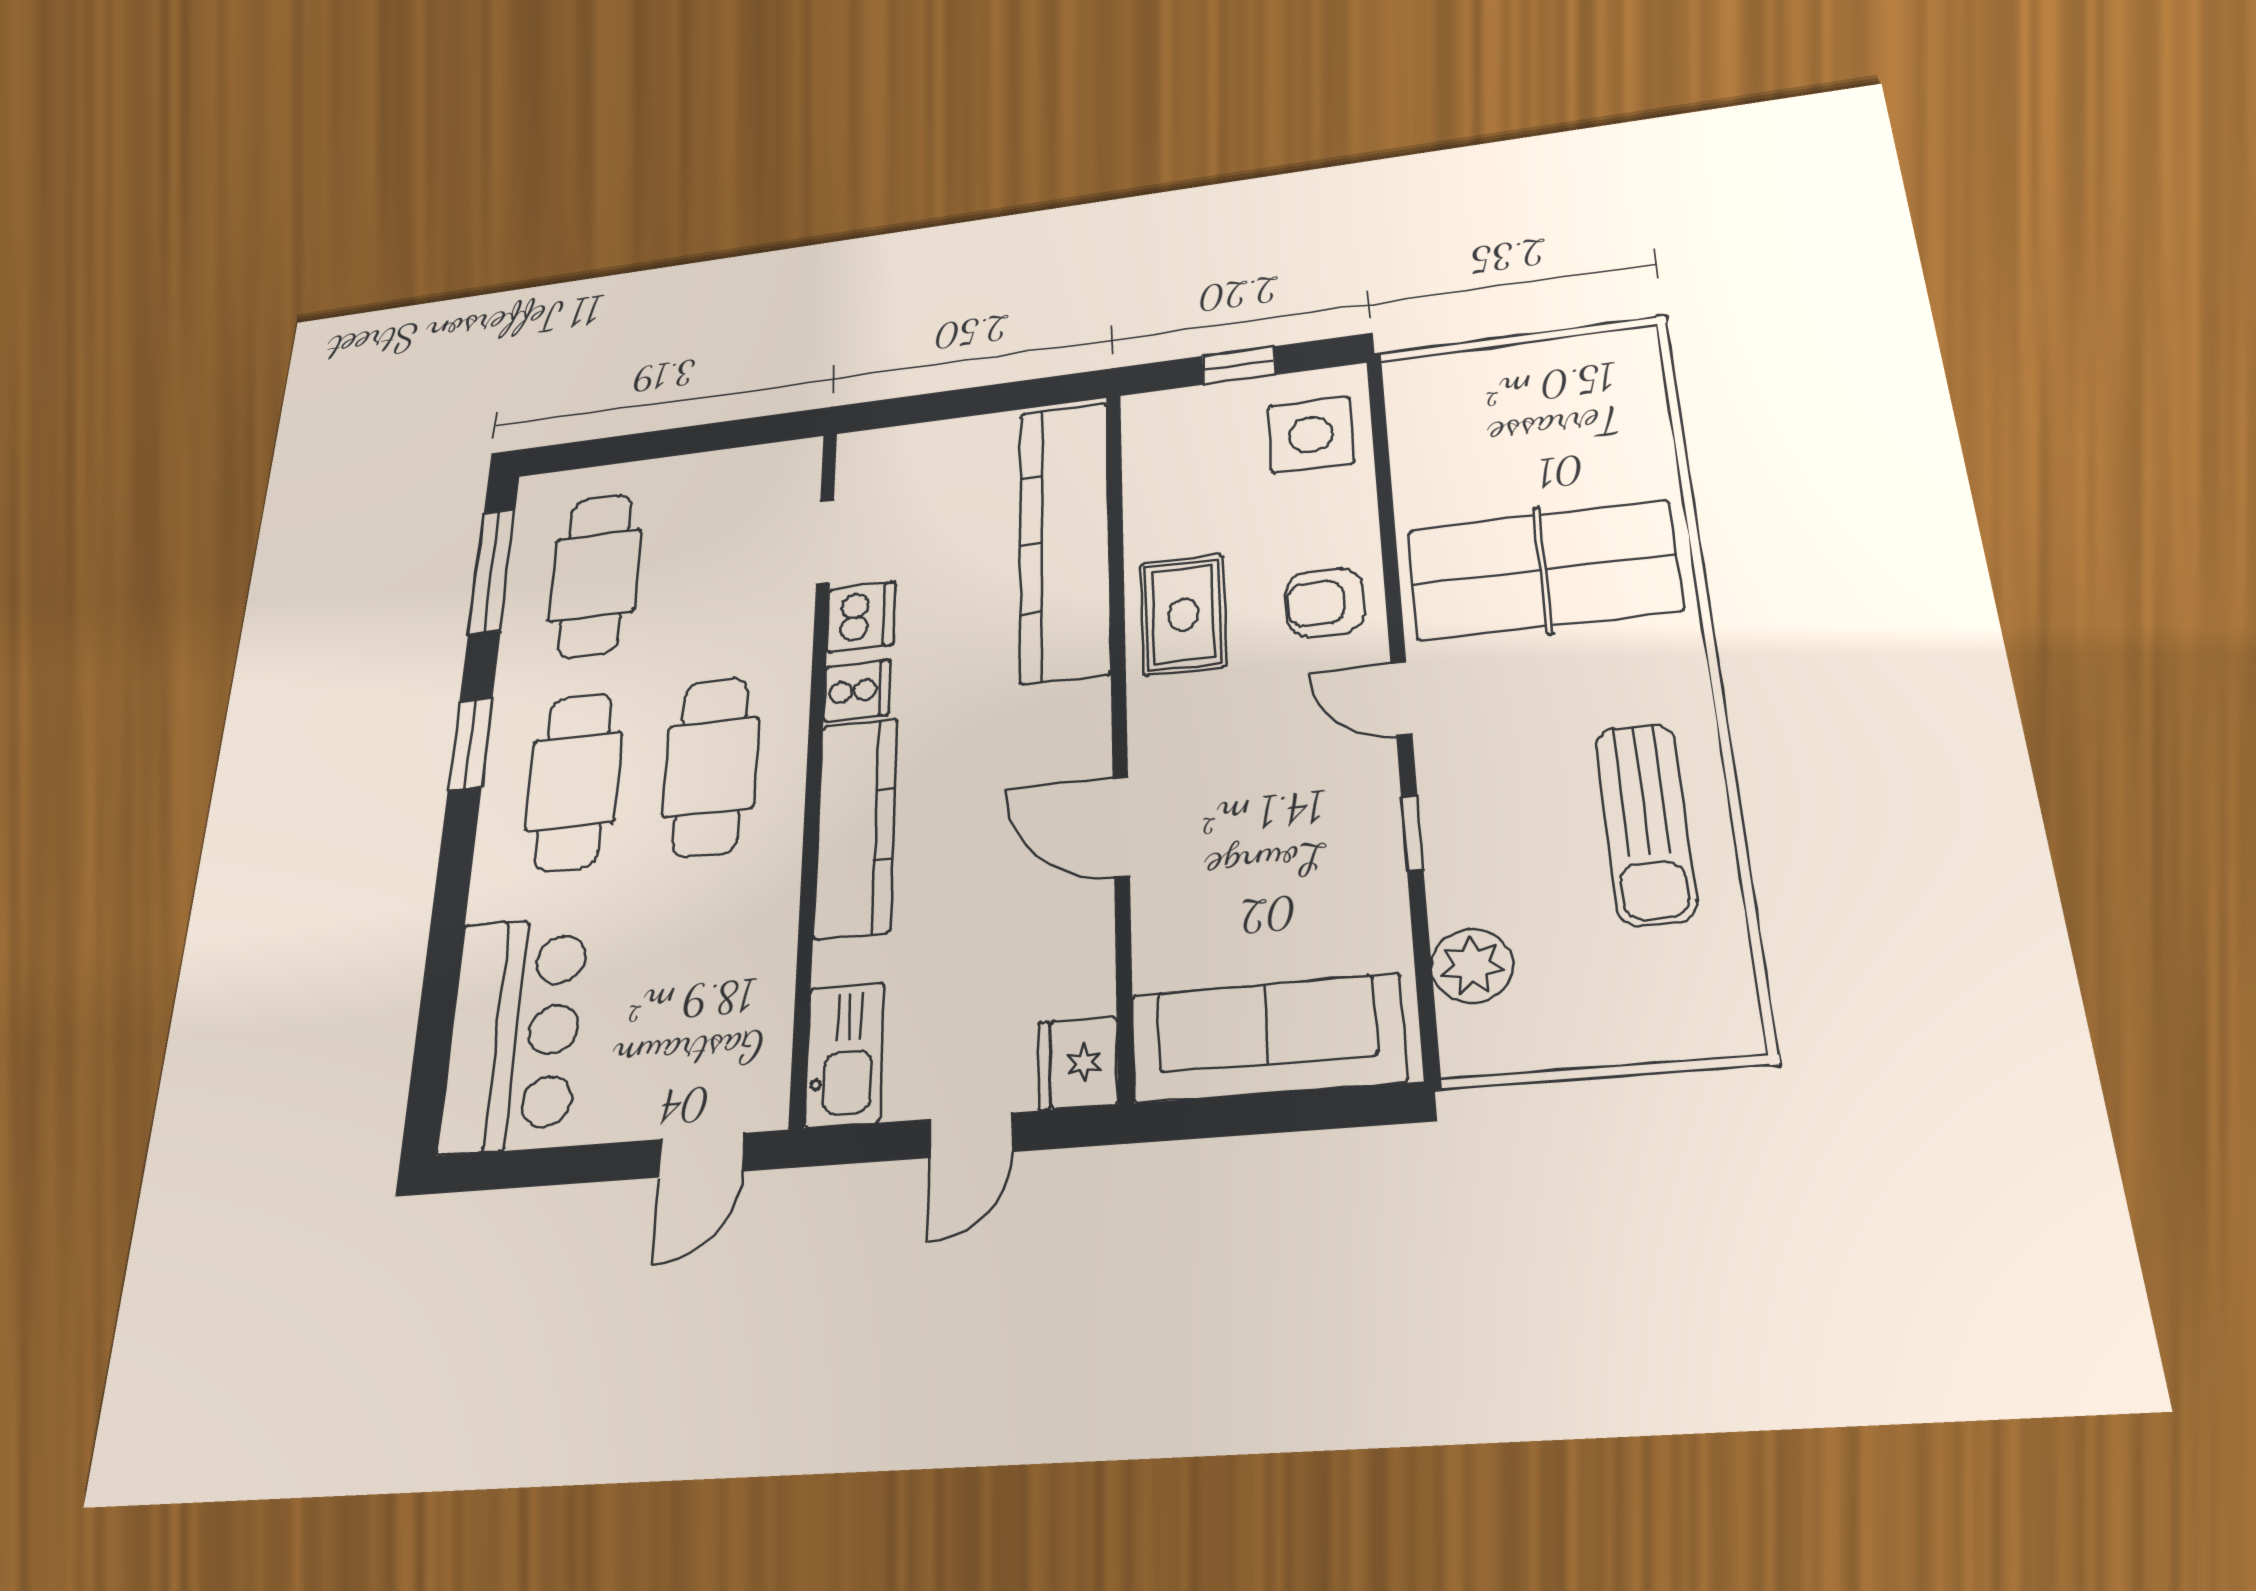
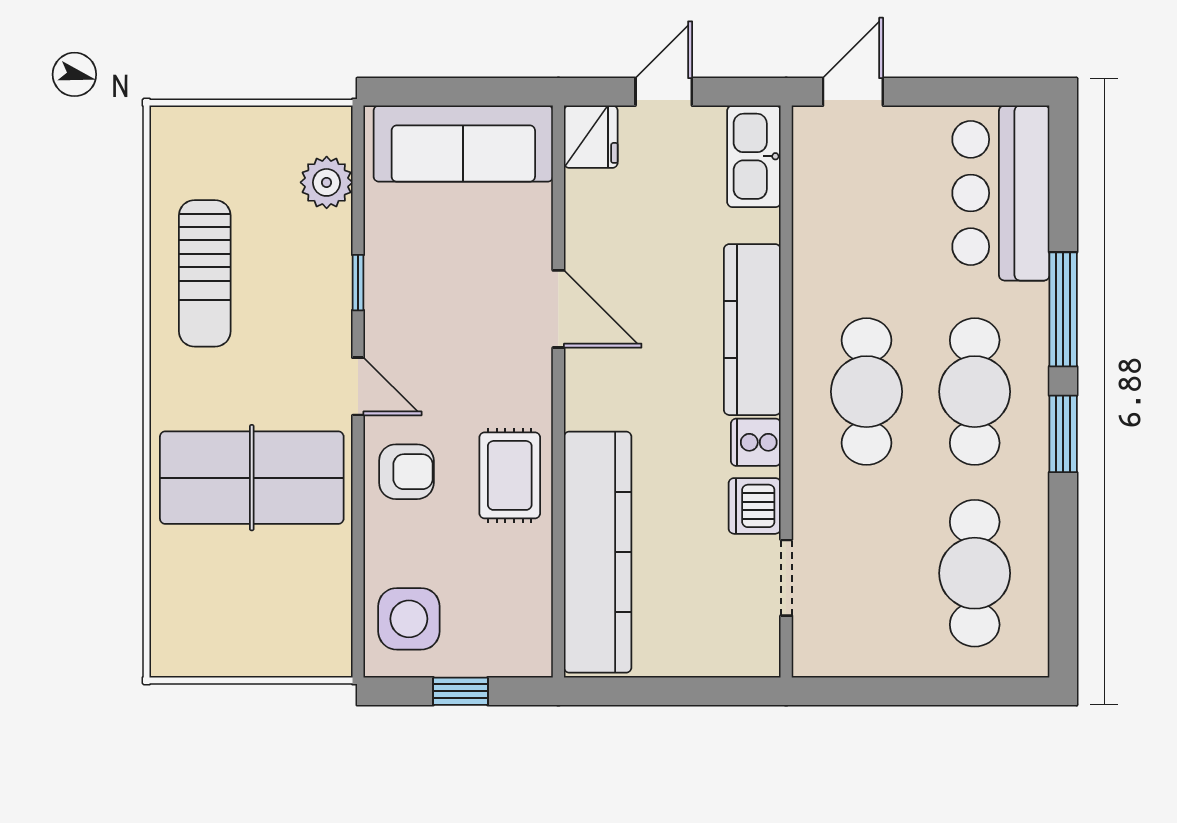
window: (492, 571) -> (1063, 309), moved
sun lounger: (1646, 823) -> (205, 273), turned 180

